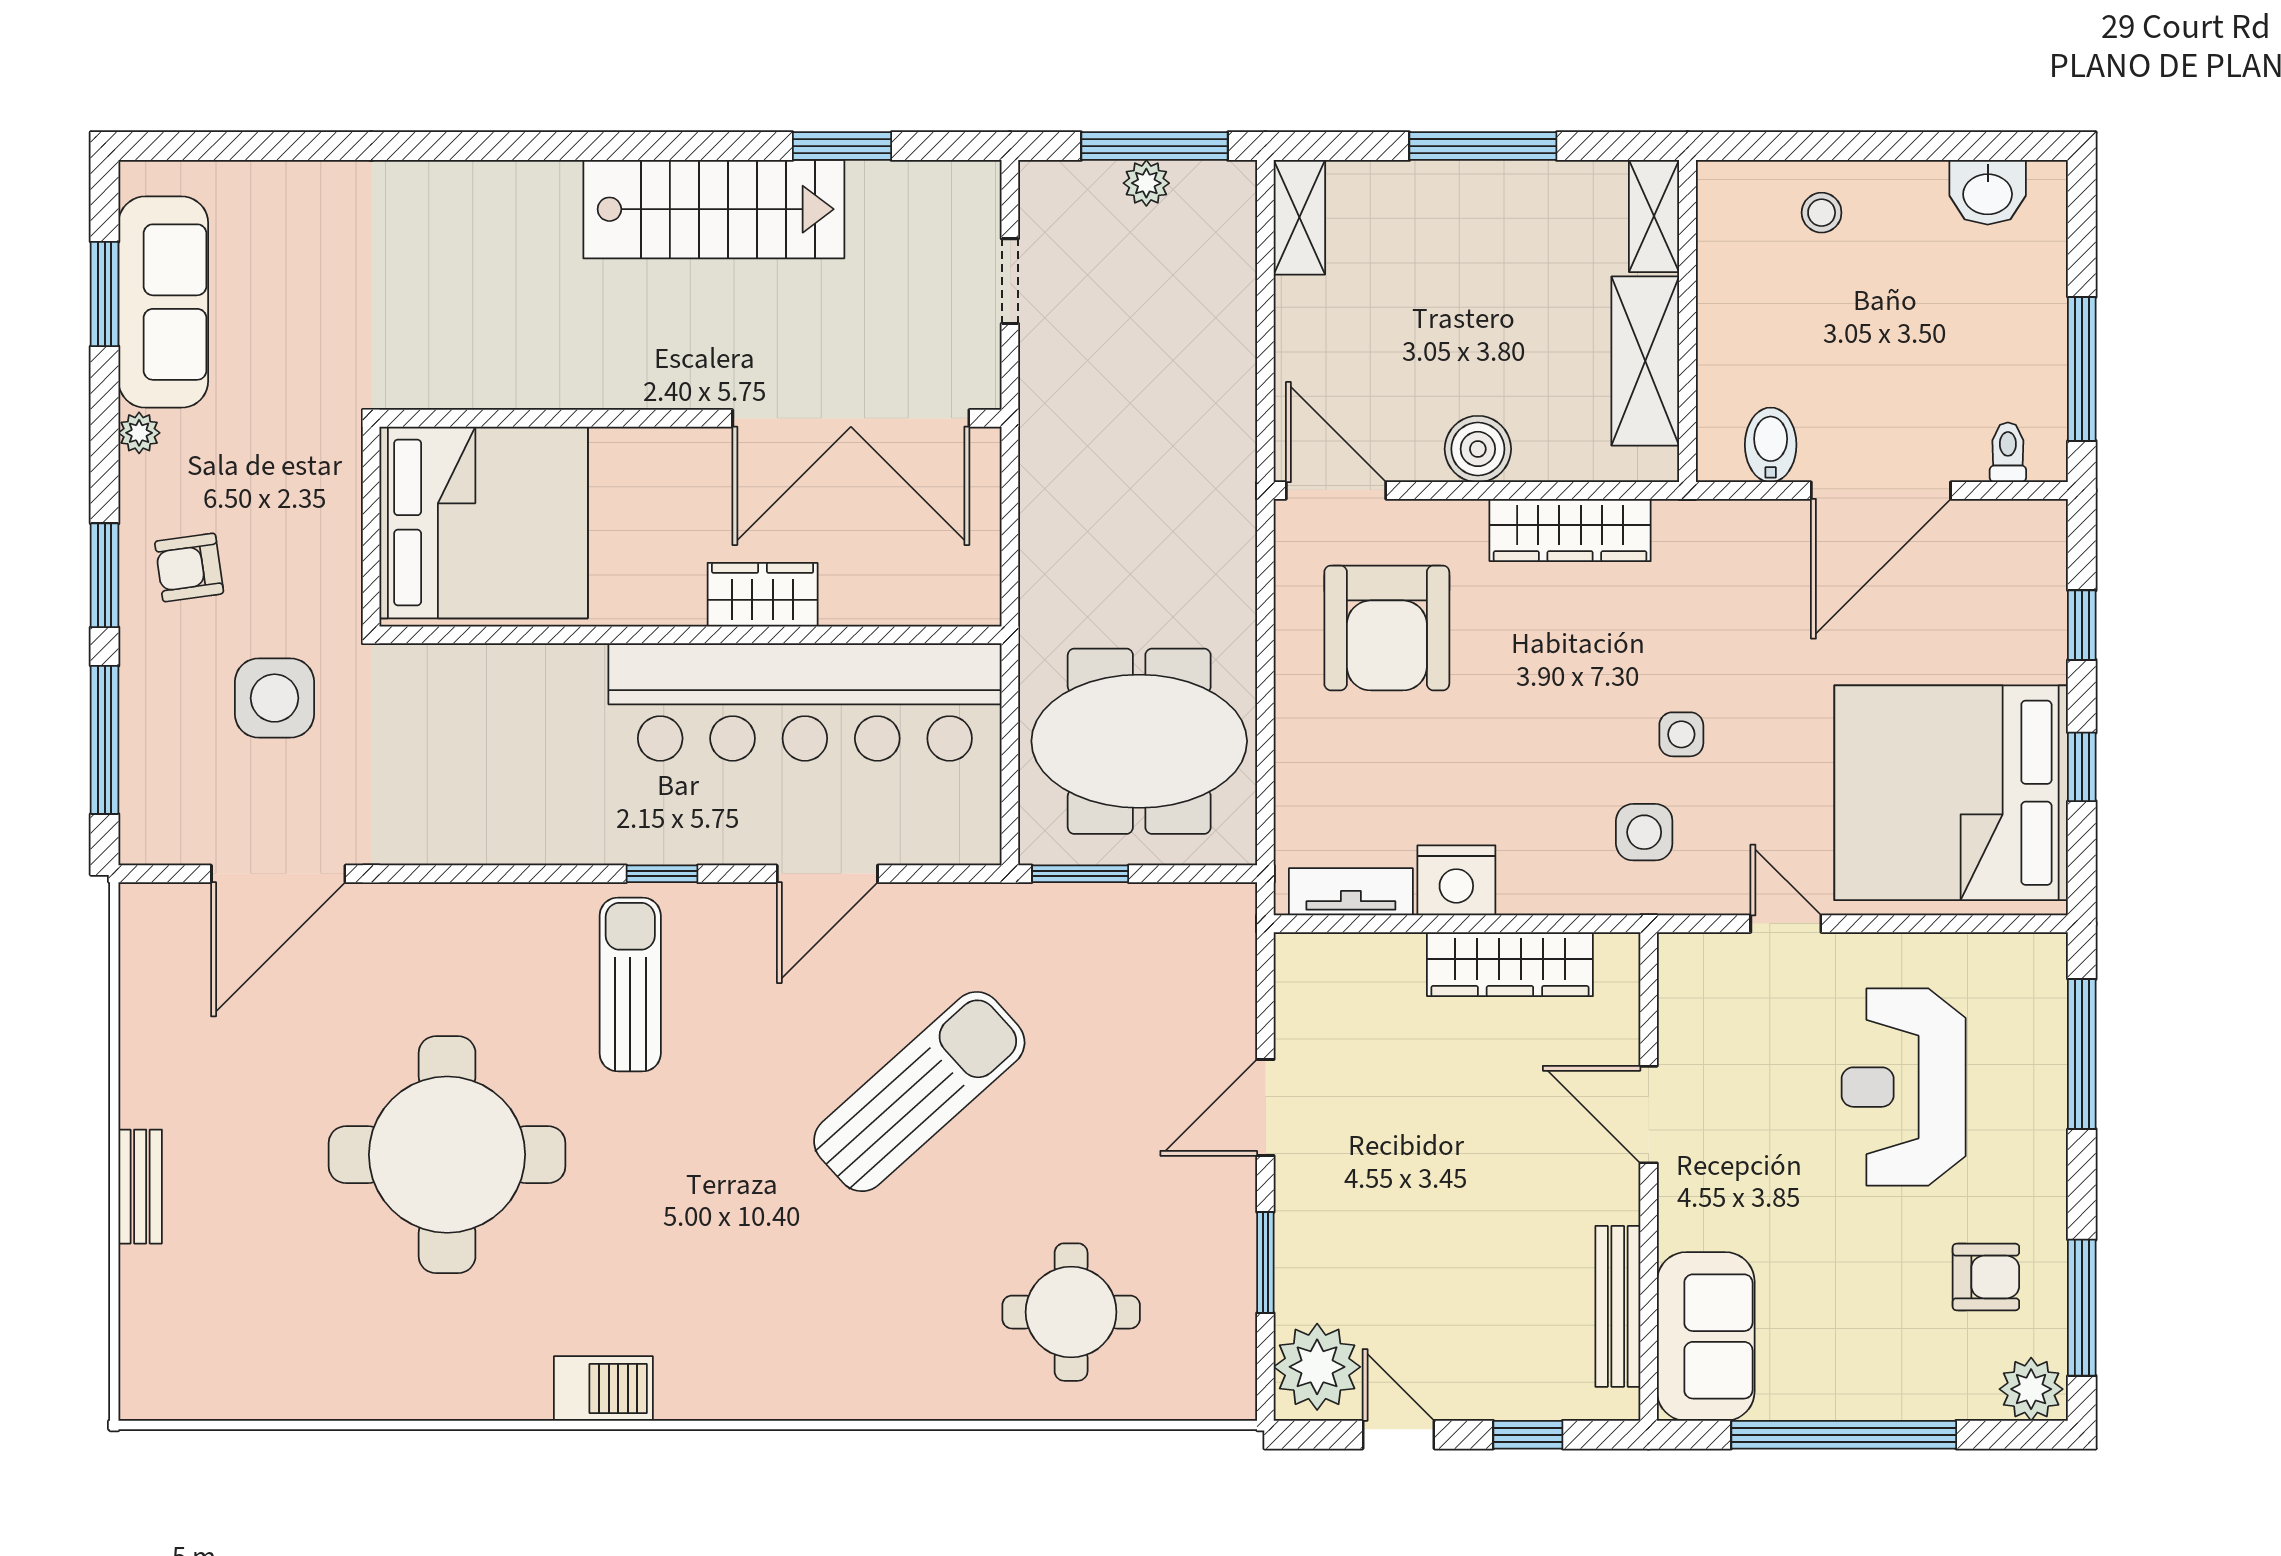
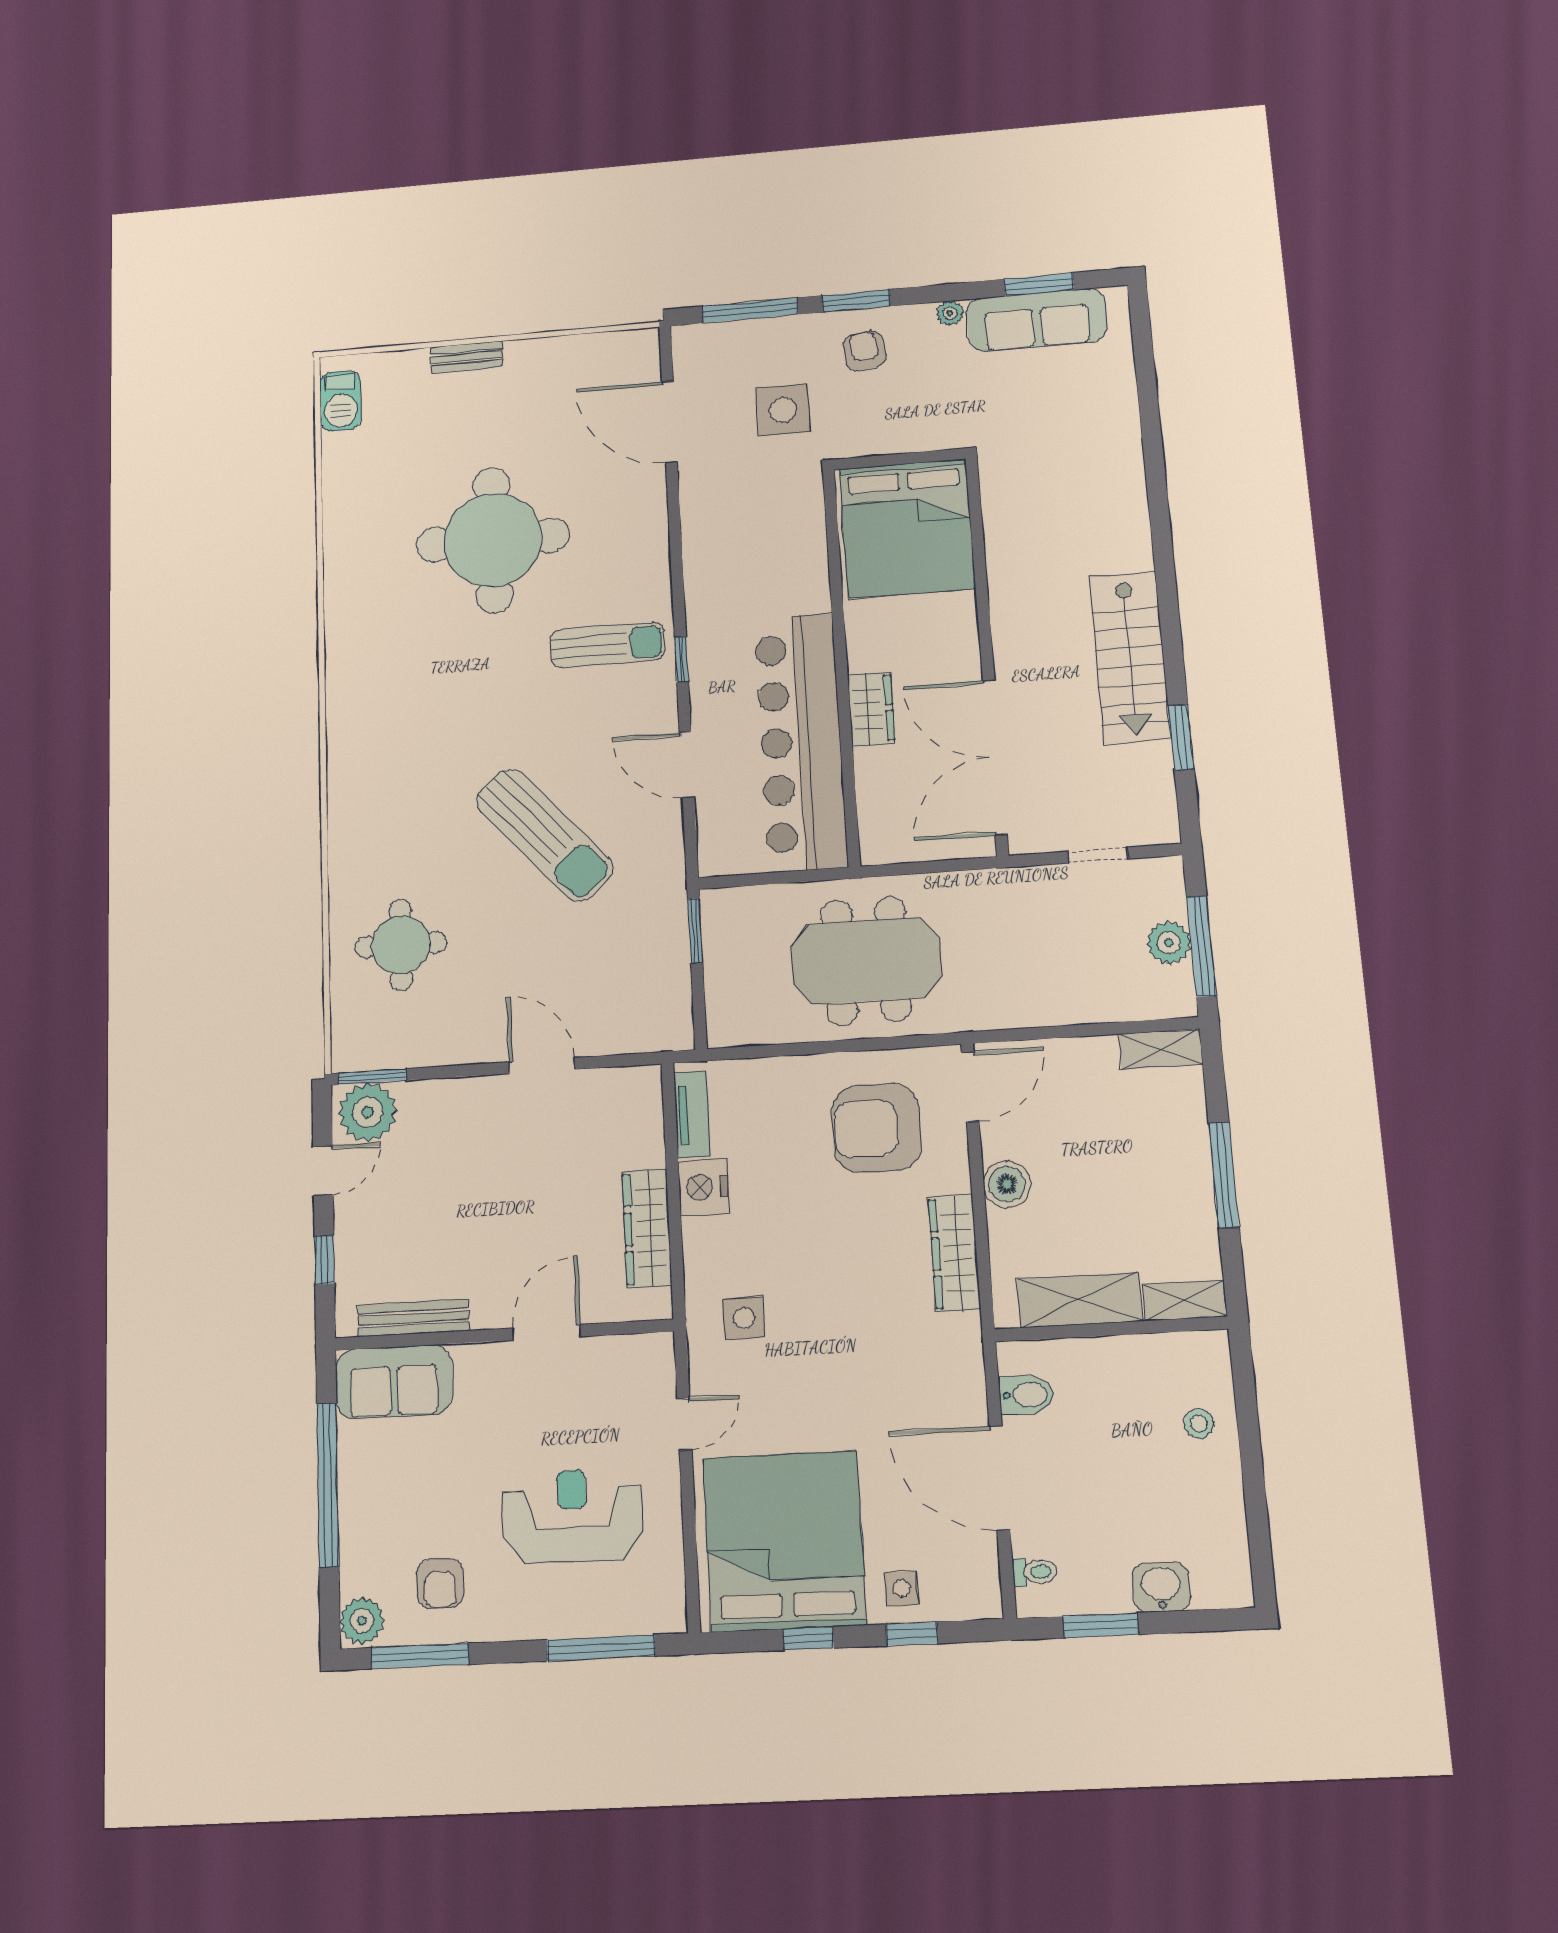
plant: (1146, 183) -> (1169, 943), width x1.38, depth x1.38
washbasin: (1988, 192) -> (1161, 1587), moved, turned 90
window: (2082, 369) -> (1101, 1625), width x0.69
side table: (1681, 734) -> (902, 1588), moved
meeting table: (1139, 741) -> (866, 961), moved, turned 90
window: (1265, 1262) -> (372, 1077), moved
barbecue: (603, 1388) -> (340, 401), moved

